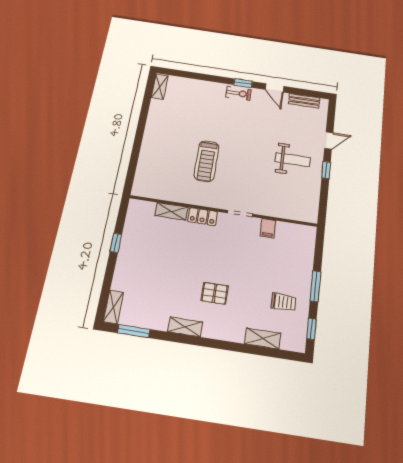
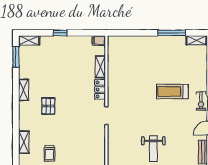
window: (144, 114) -> (172, 33), added
treadmill: (206, 161) -> (172, 92), moved
filing cabinet: (268, 228) -> (99, 40), moved
window: (116, 243) -> (60, 33), moved

